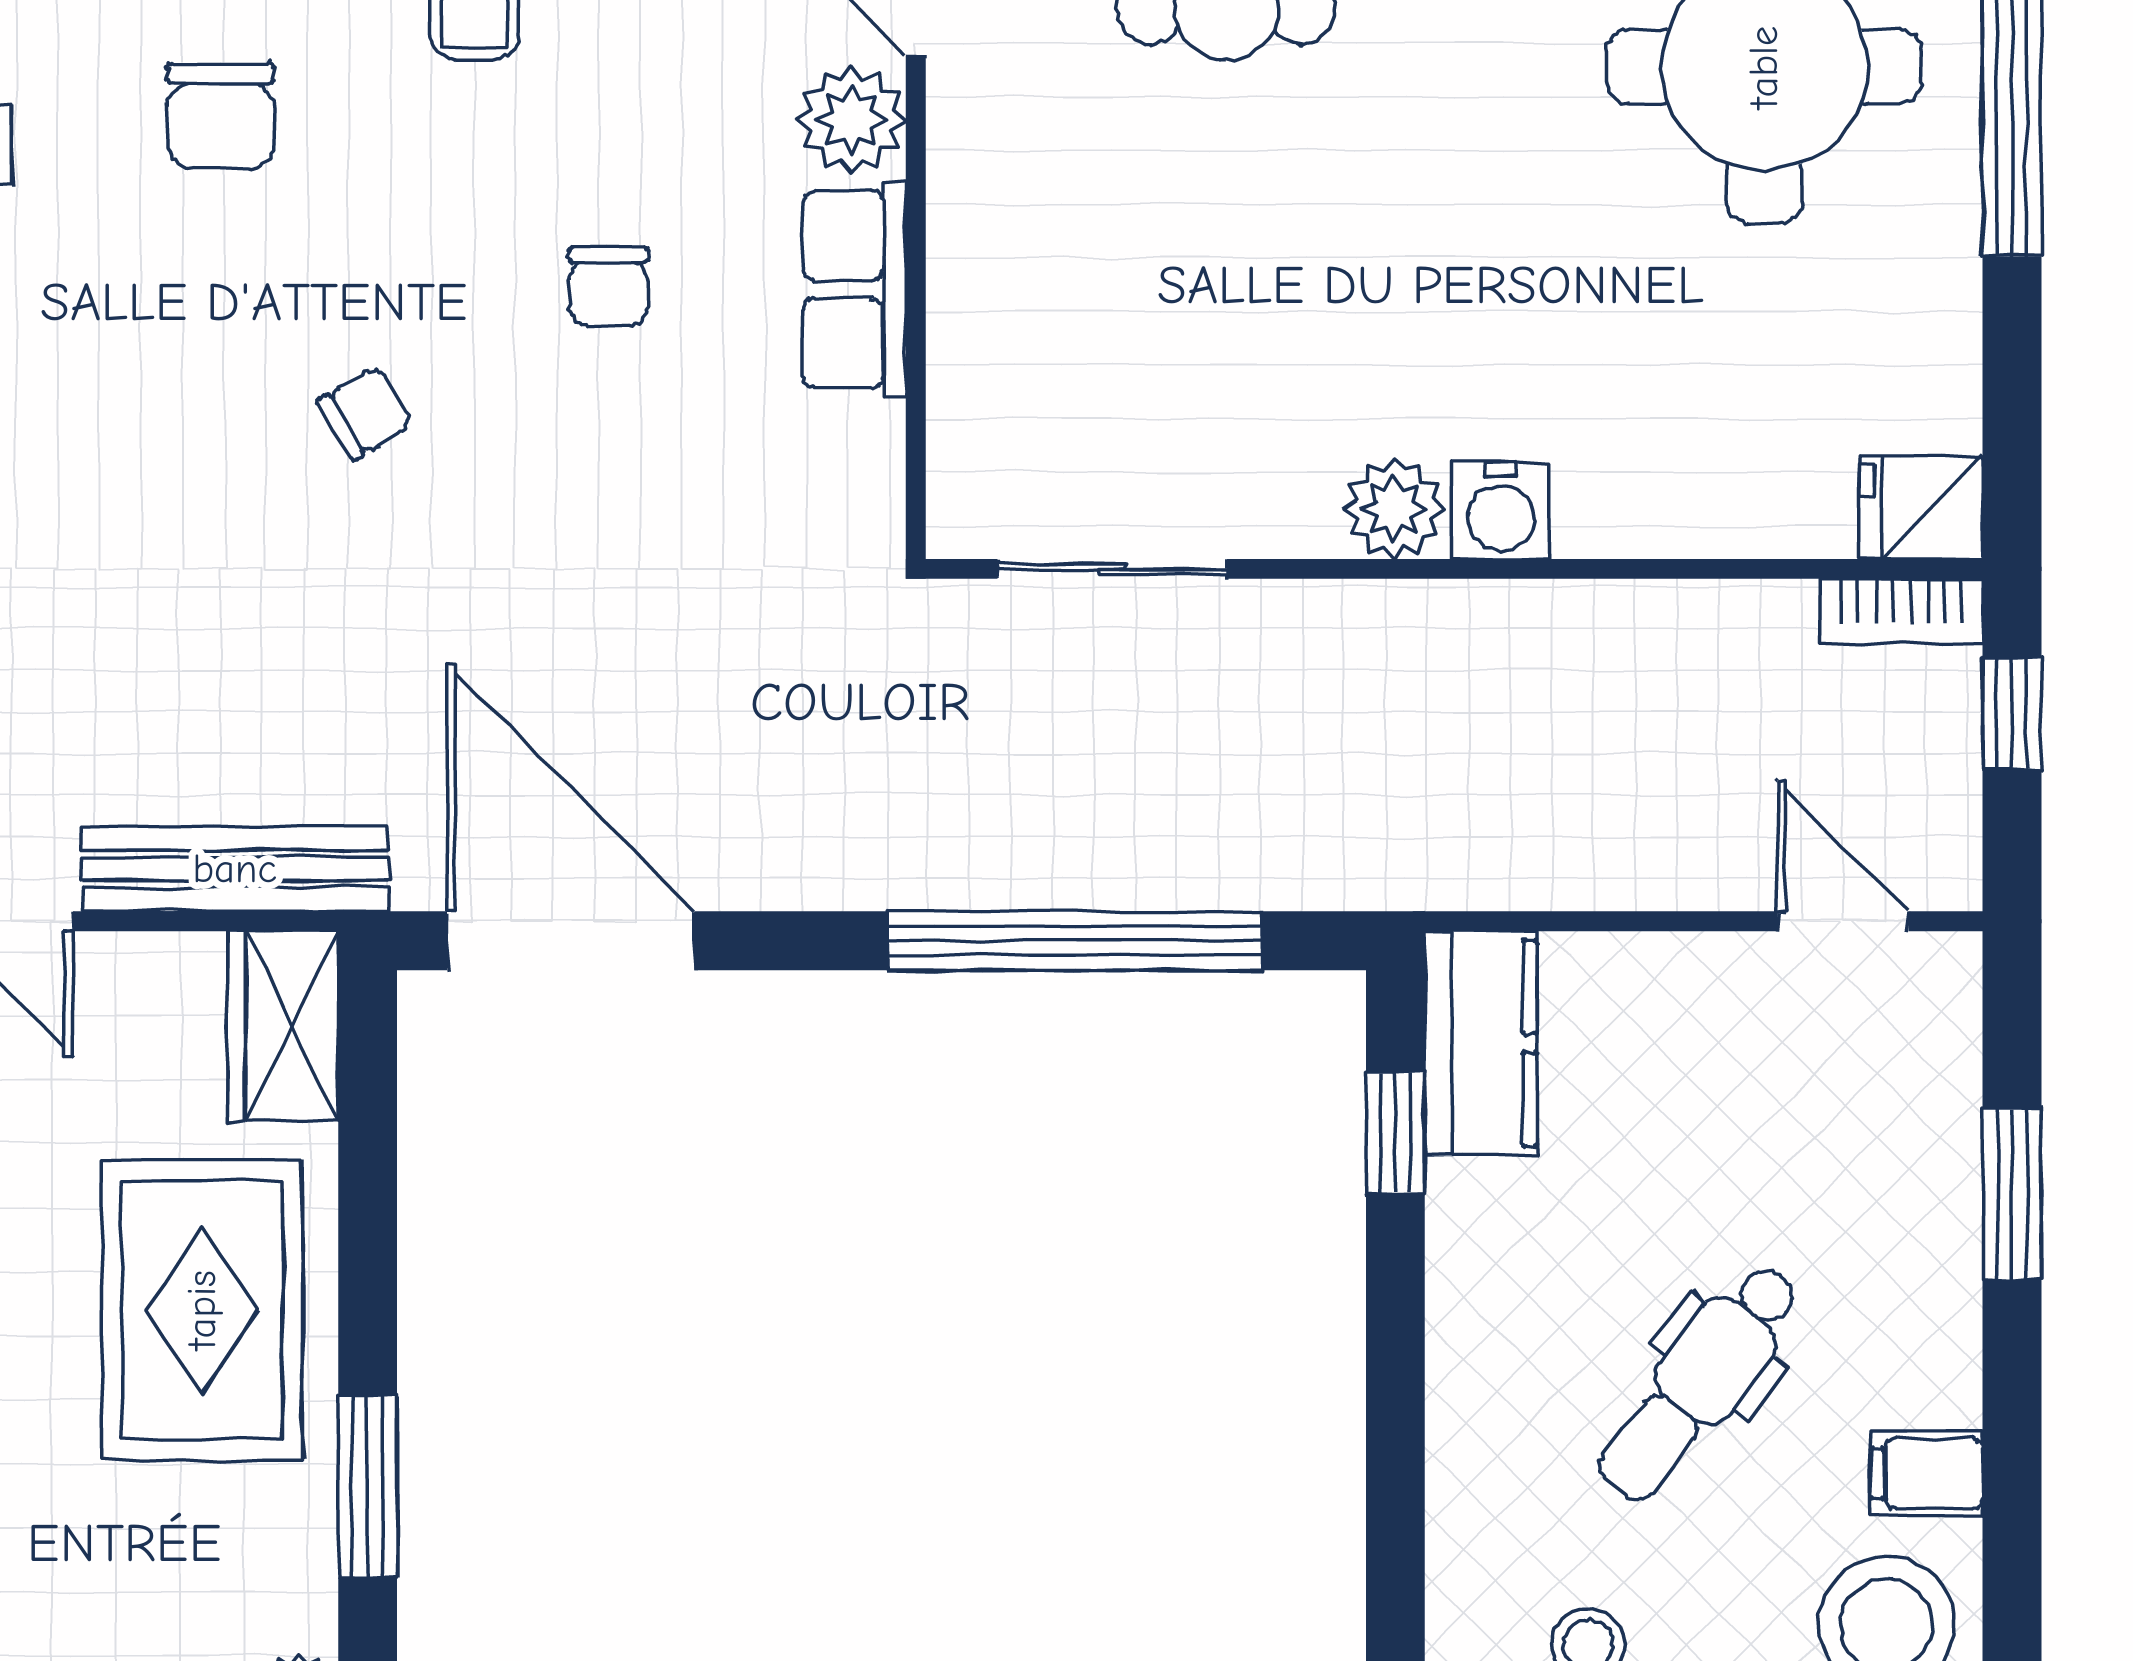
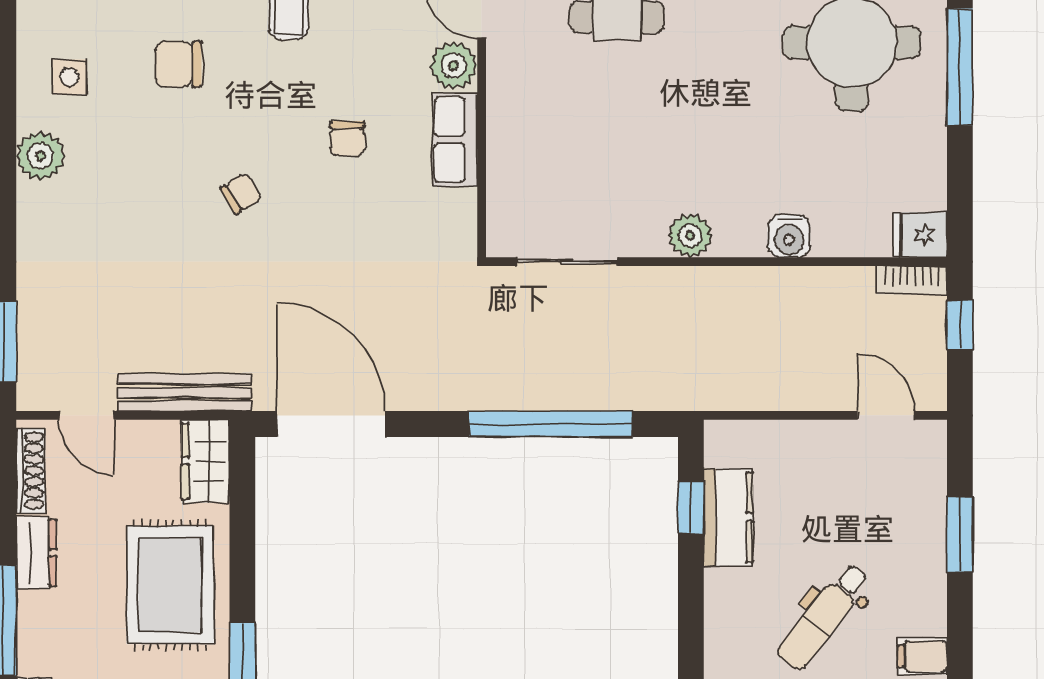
chair: (221, 116) -> (178, 64), turned 90
water cooler: (1501, 510) -> (789, 236), moved
kitchen counter: (1481, 1043) -> (728, 517), moved

